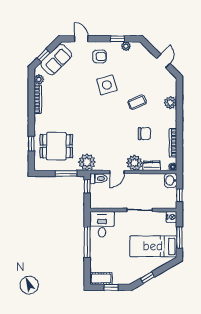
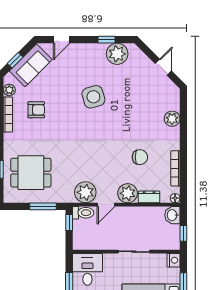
door: (81, 39) -> (62, 40), swing flipped
plant: (126, 46) -> (117, 54), width x1.87, depth x1.87
armchair: (99, 56) -> (36, 110), moved
coffee table: (137, 102) -> (131, 118), removed
plant: (87, 162) -> (85, 192), moved

